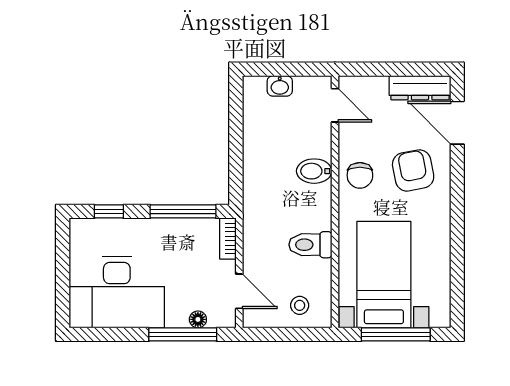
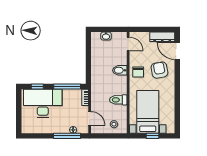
desk: (117, 292) -> (43, 103), moved, turned 180
window: (396, 334) -> (153, 136), width x0.46

